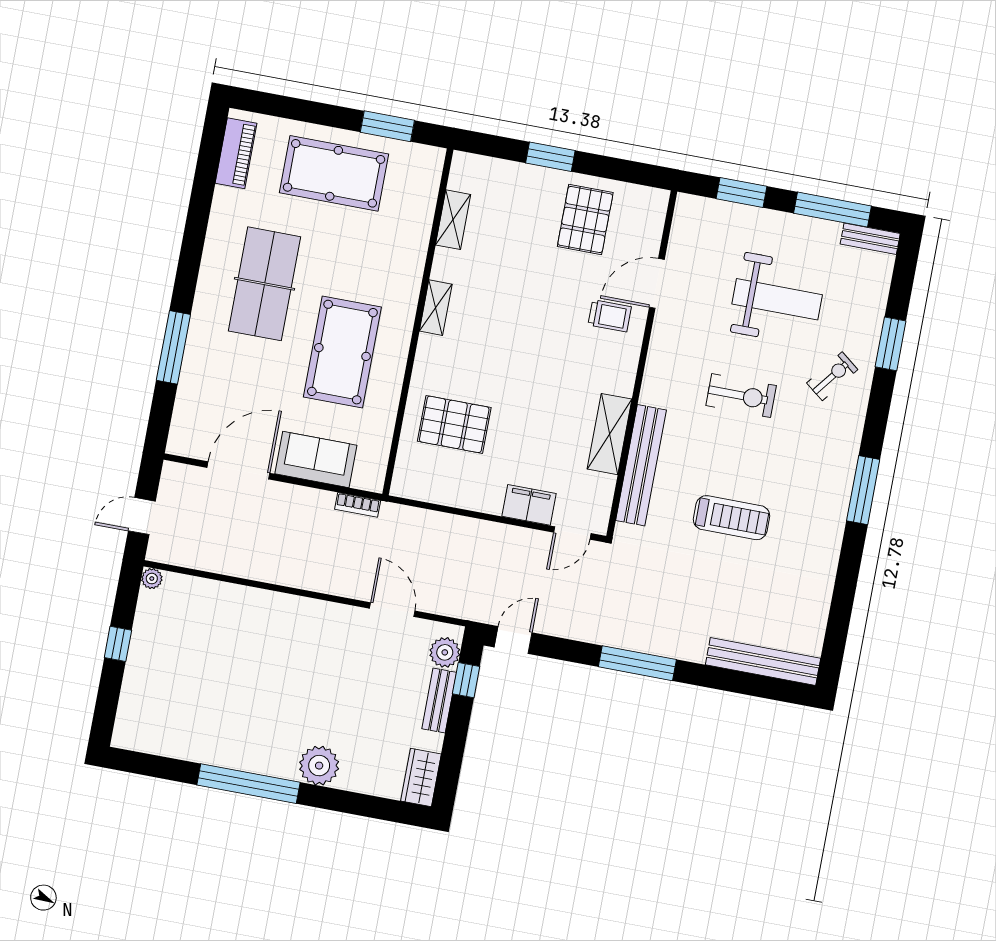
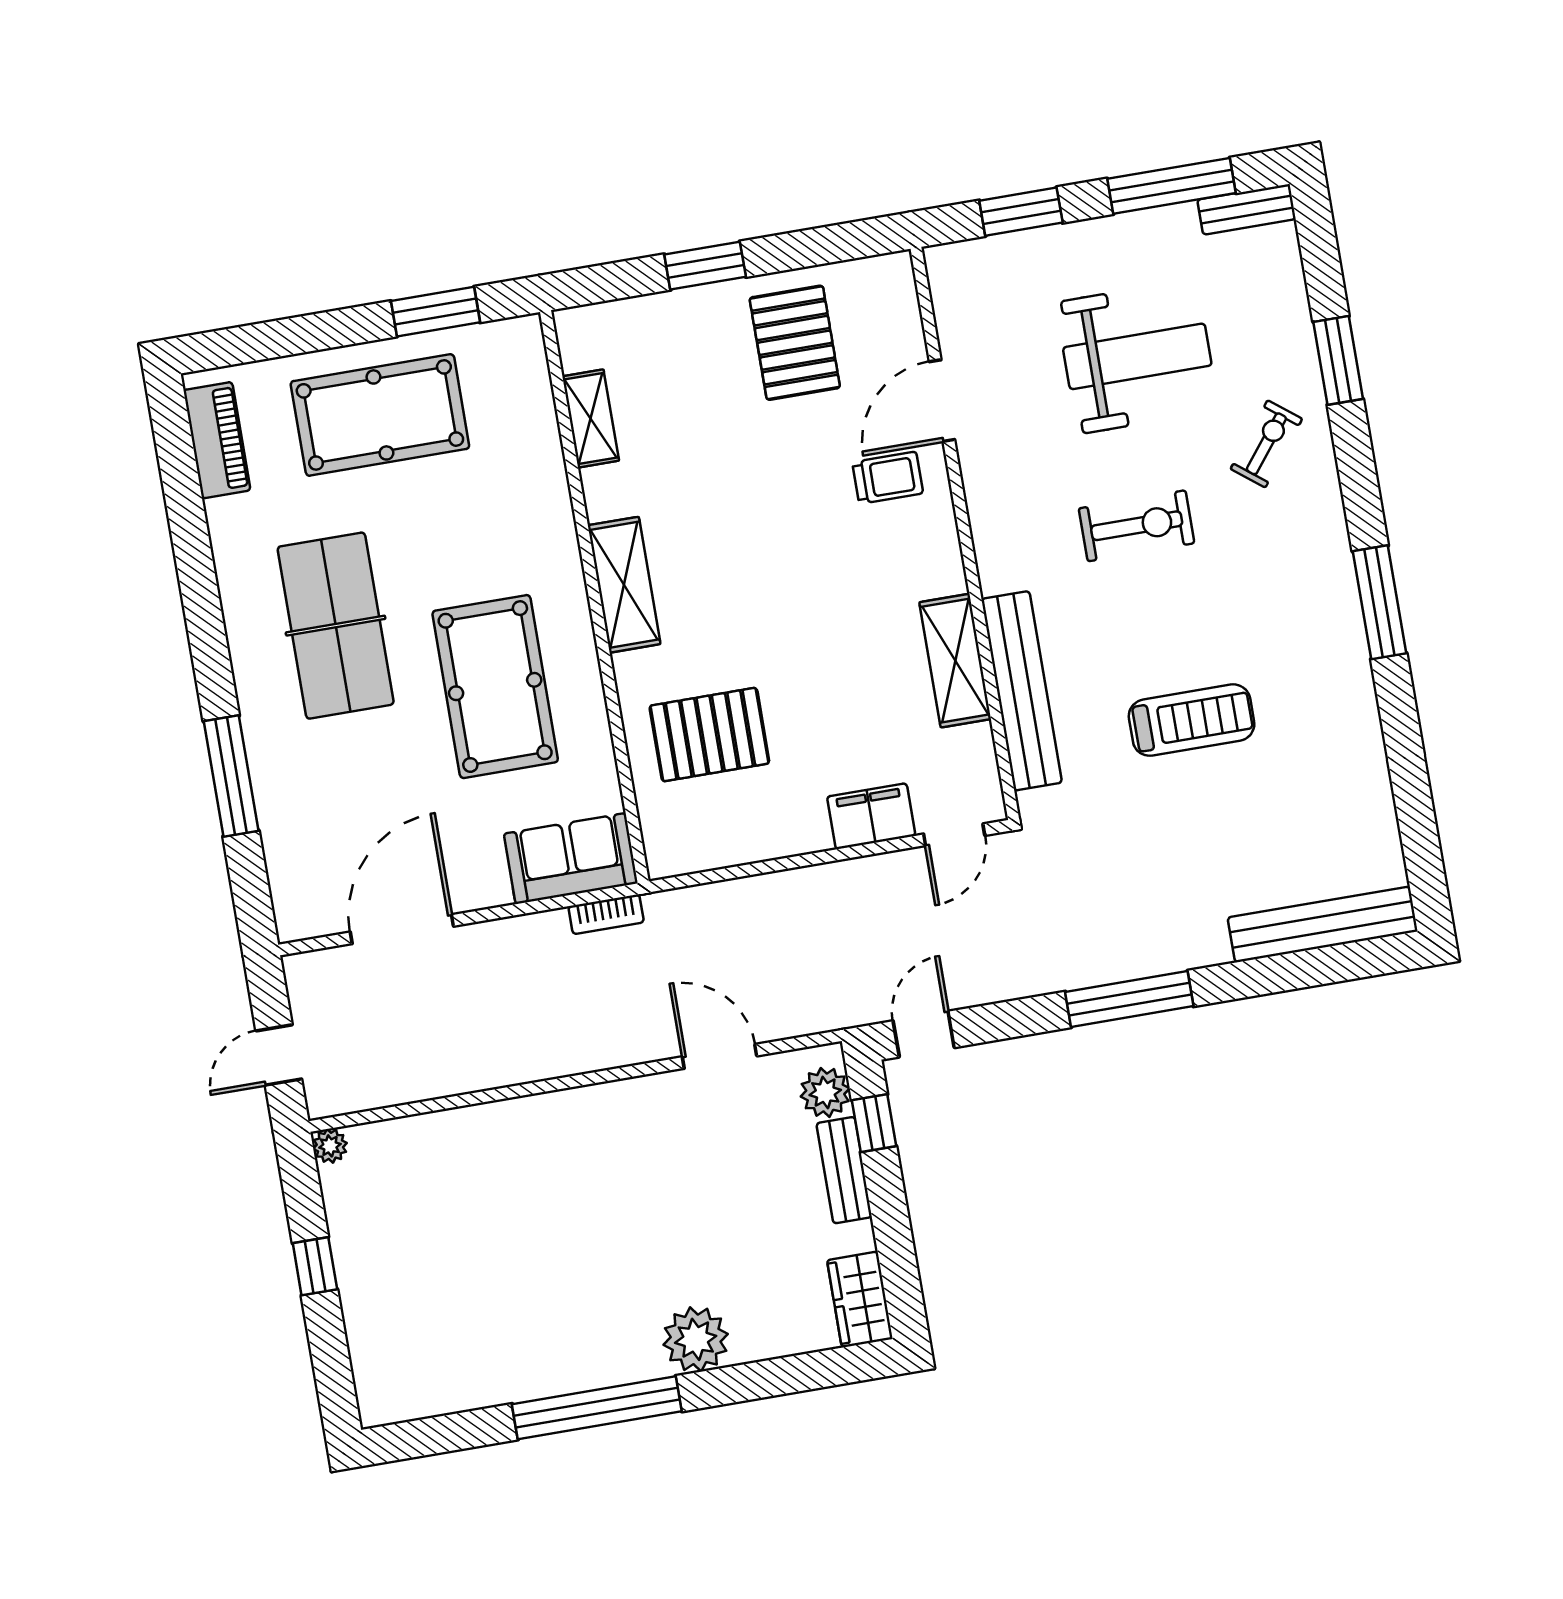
shelving: (436, 308) -> (624, 585), width x1.50, depth x1.33
sofa: (316, 459) -> (571, 858), moved

